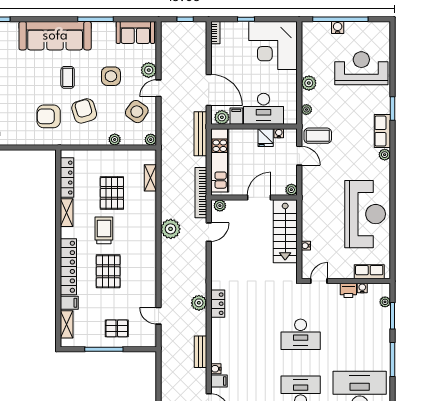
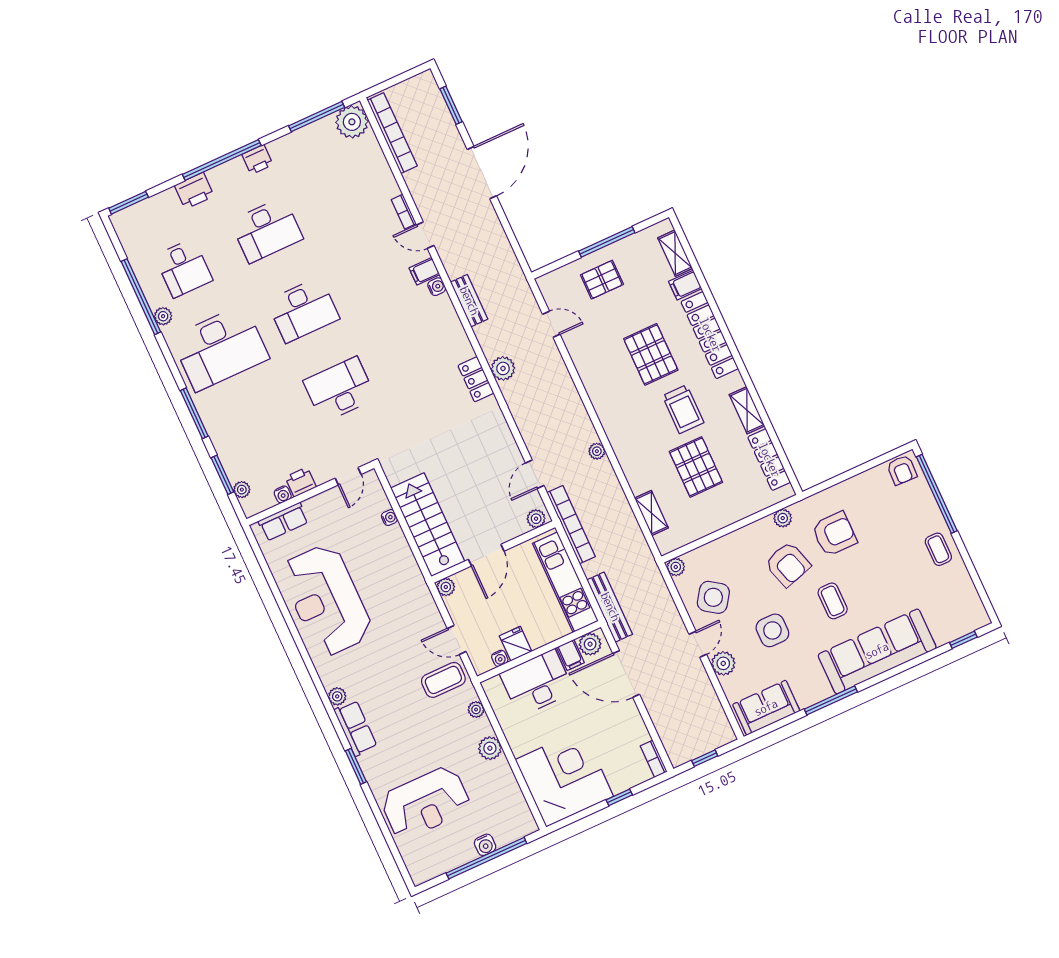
plant: (115, 139) -> (783, 518), moved
plant: (171, 229) -> (597, 451), width x0.53, depth x0.53

